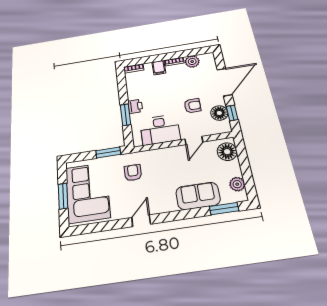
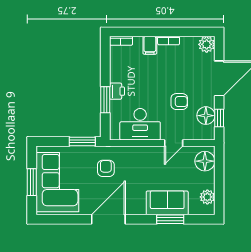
plant: (192, 62) -> (207, 44), moved
window: (224, 209) -> (170, 219), moved
door: (141, 221) -> (108, 219), width x1.88

